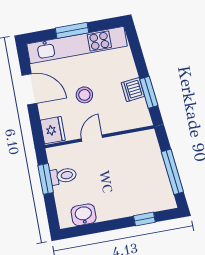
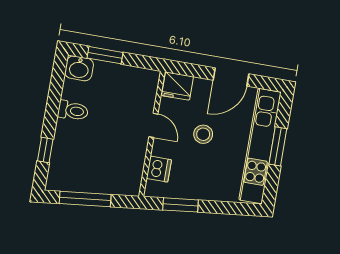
dishwasher: (133, 90) -> (159, 169), moved, turned 96
toilet: (63, 176) -> (73, 111), moved, turned -90
window: (46, 179) -> (105, 55), moved
washbasin: (84, 215) -> (79, 68), moved, turned 90

